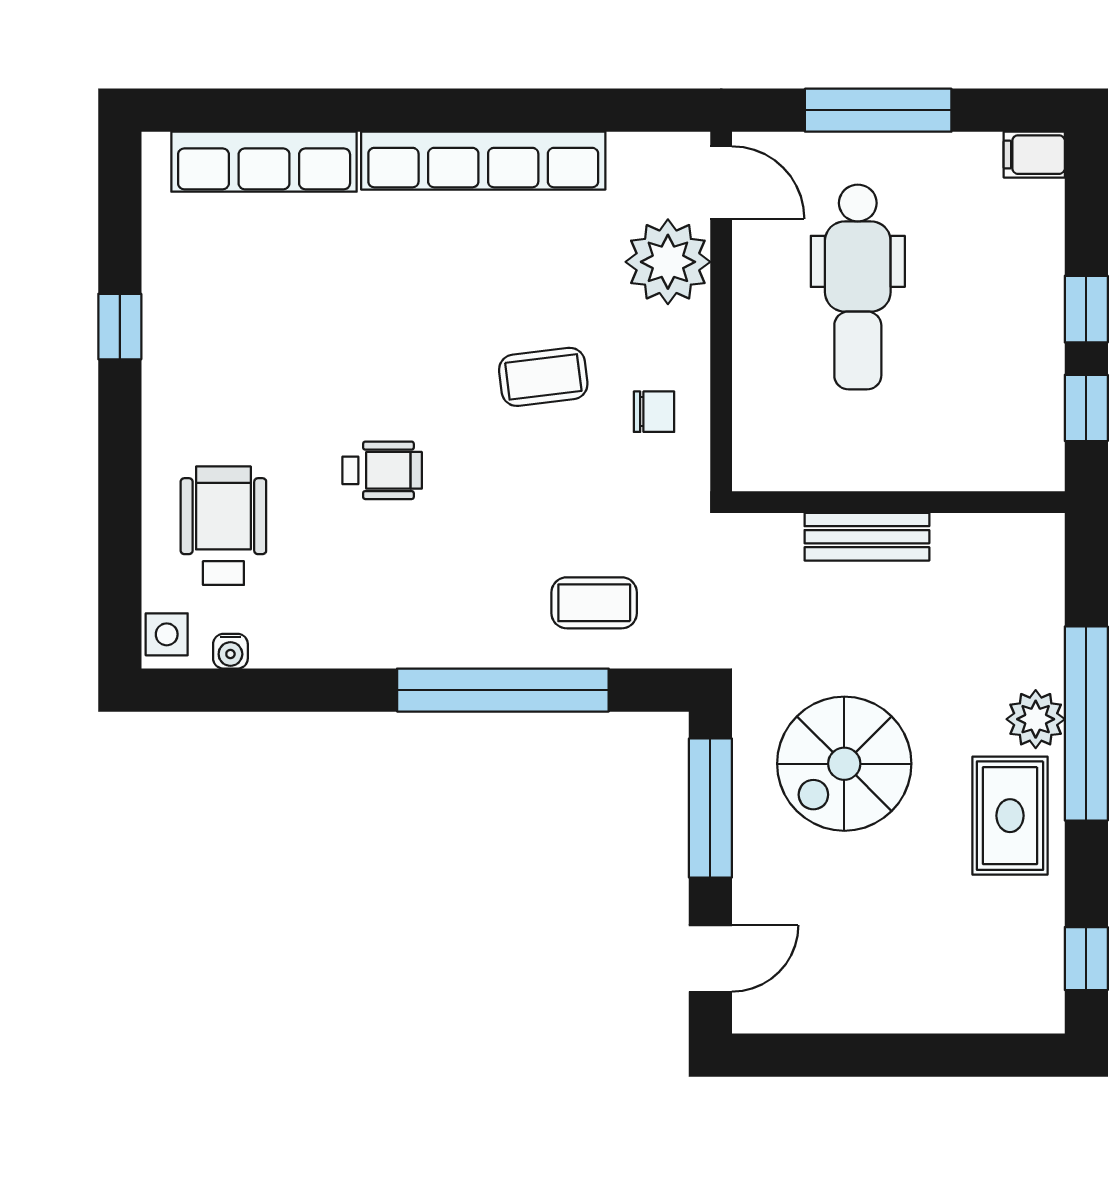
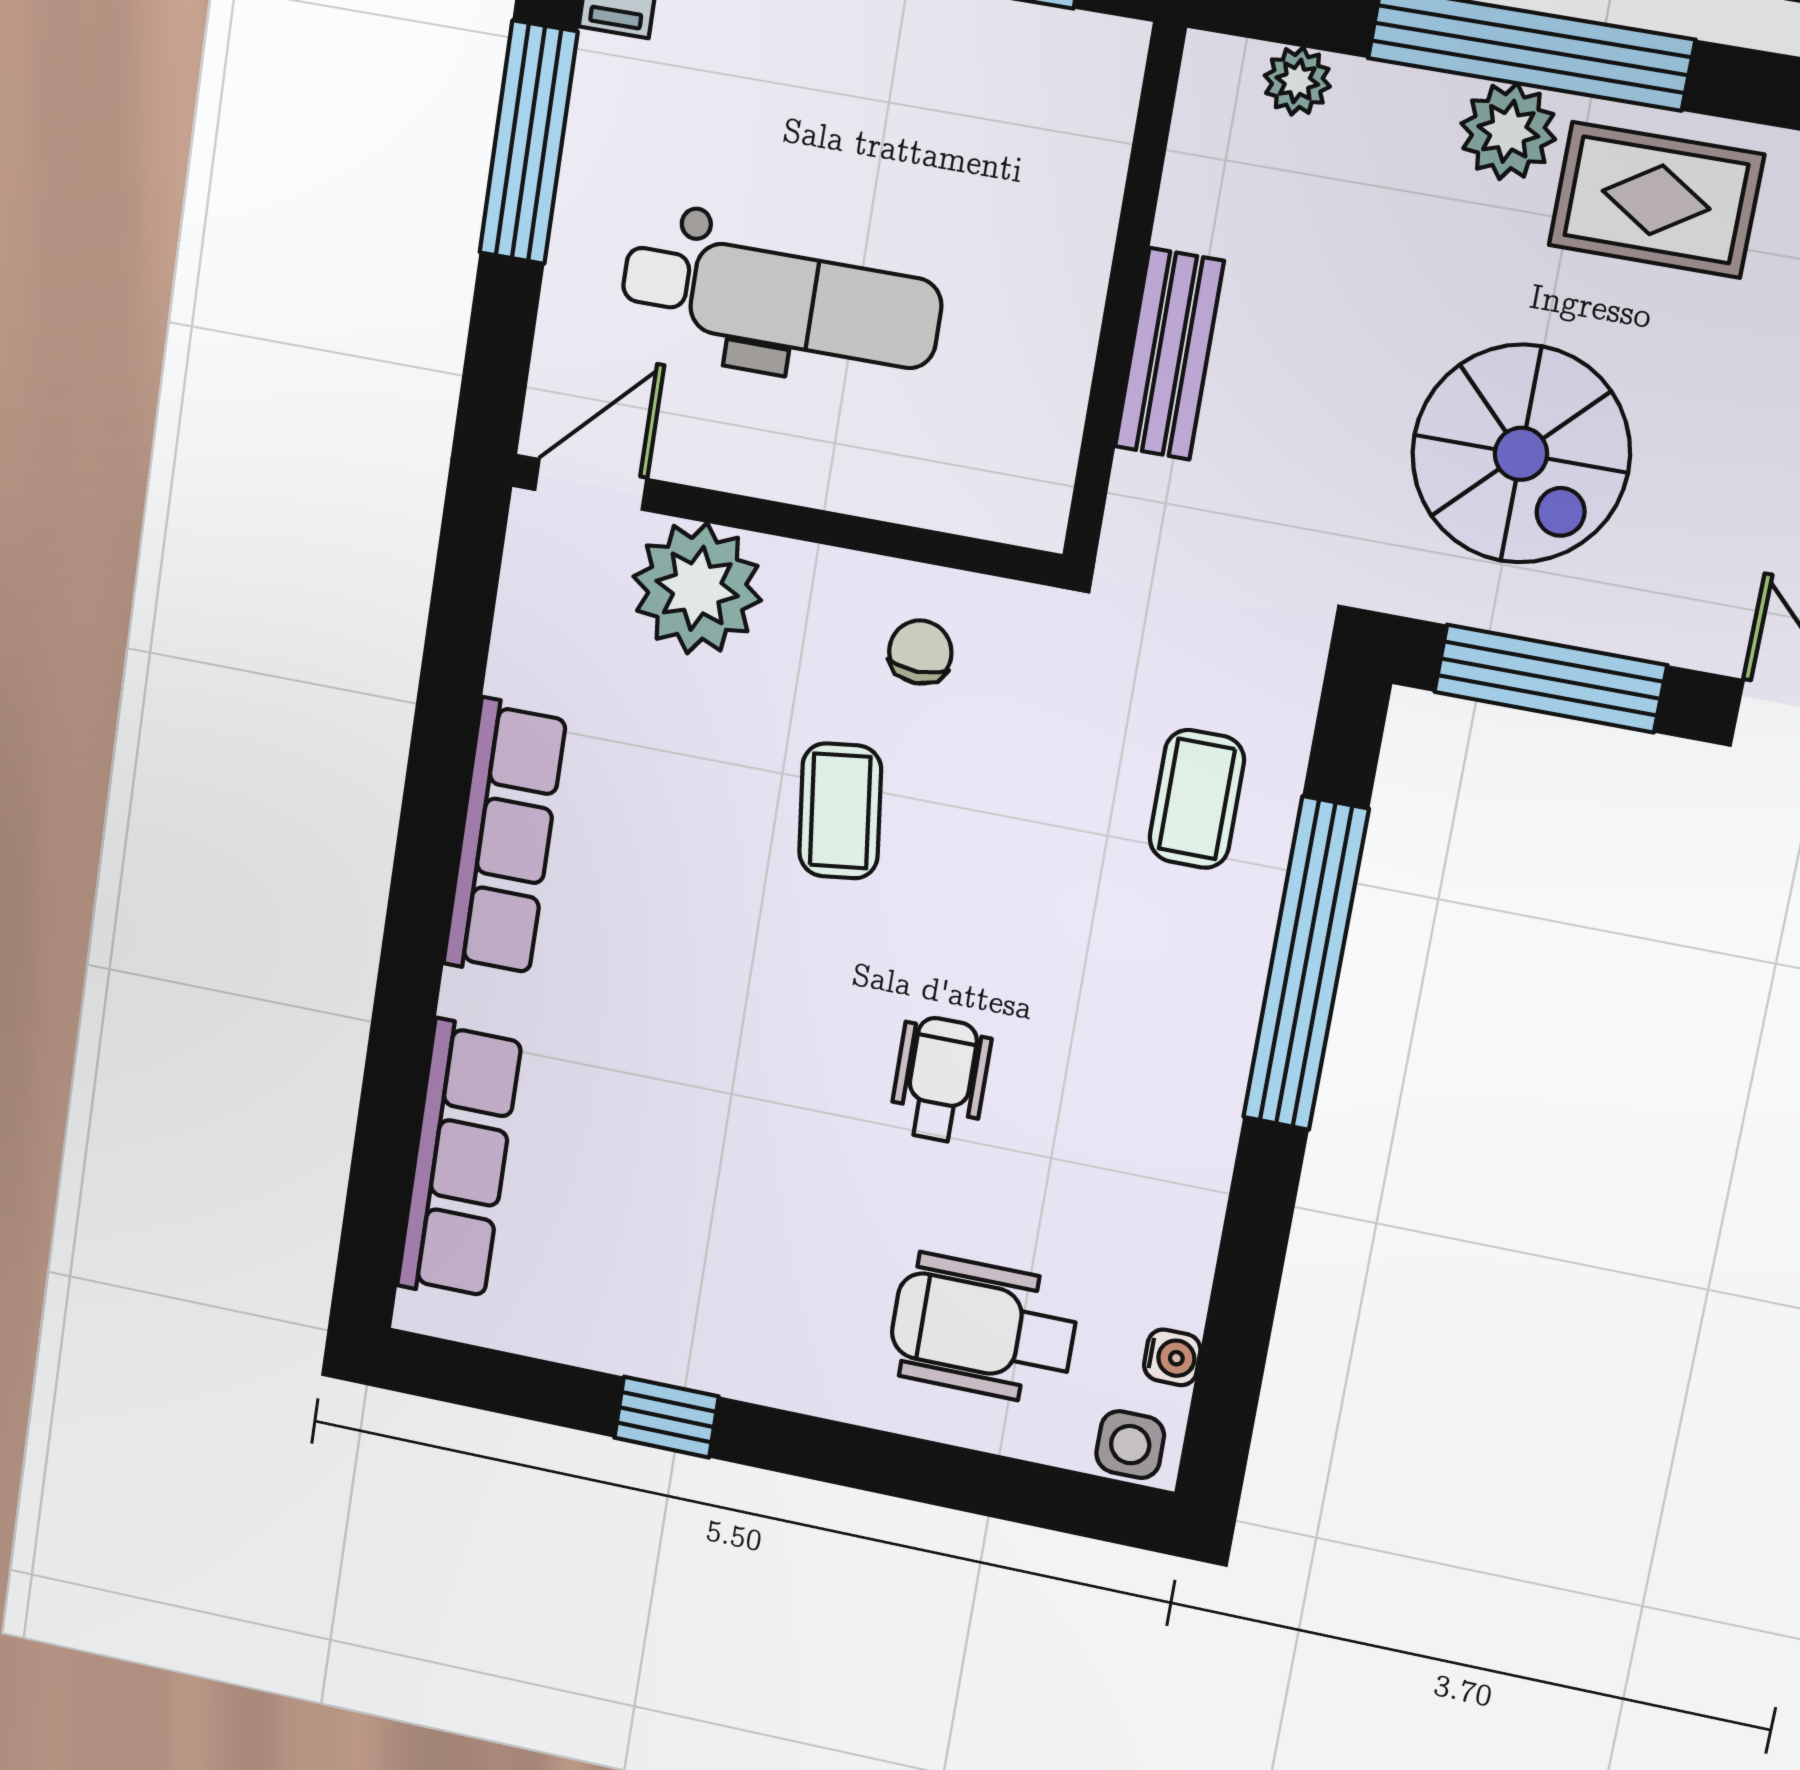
window: (878, 110) -> (528, 143), moved
row of seats: (483, 161) -> (505, 839), width x0.73
plant: (1044, 586) -> (1297, 81), added

